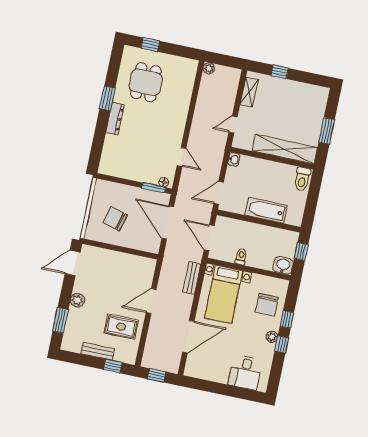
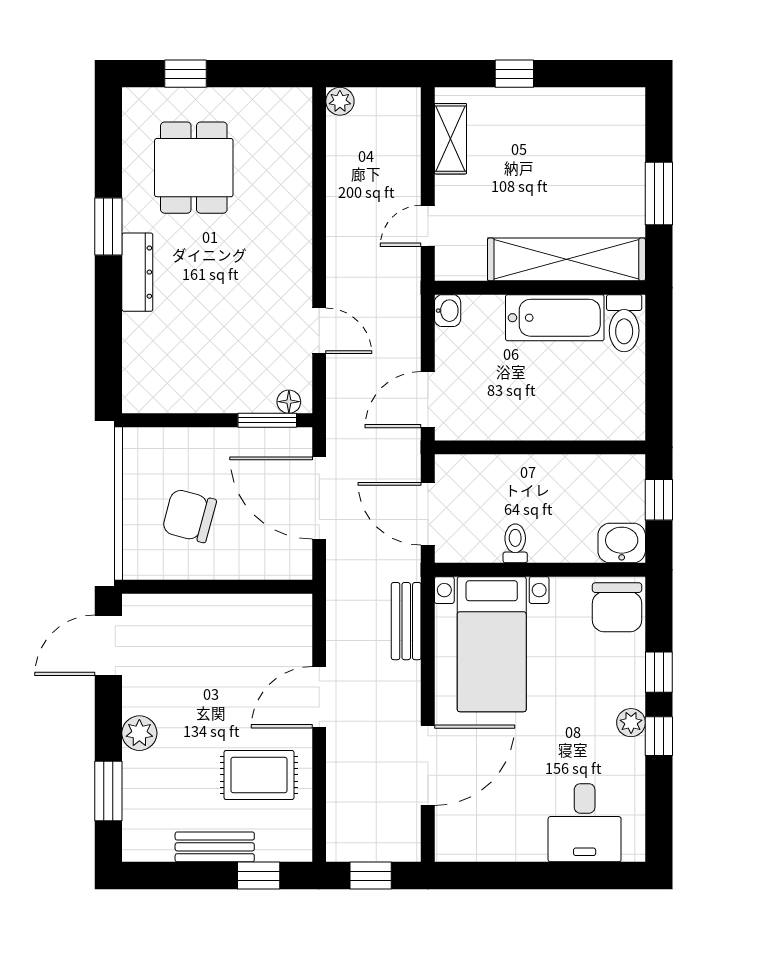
bathtub: (266, 210) -> (555, 318), moved, turned 180
chair: (267, 305) -> (617, 607), moved

